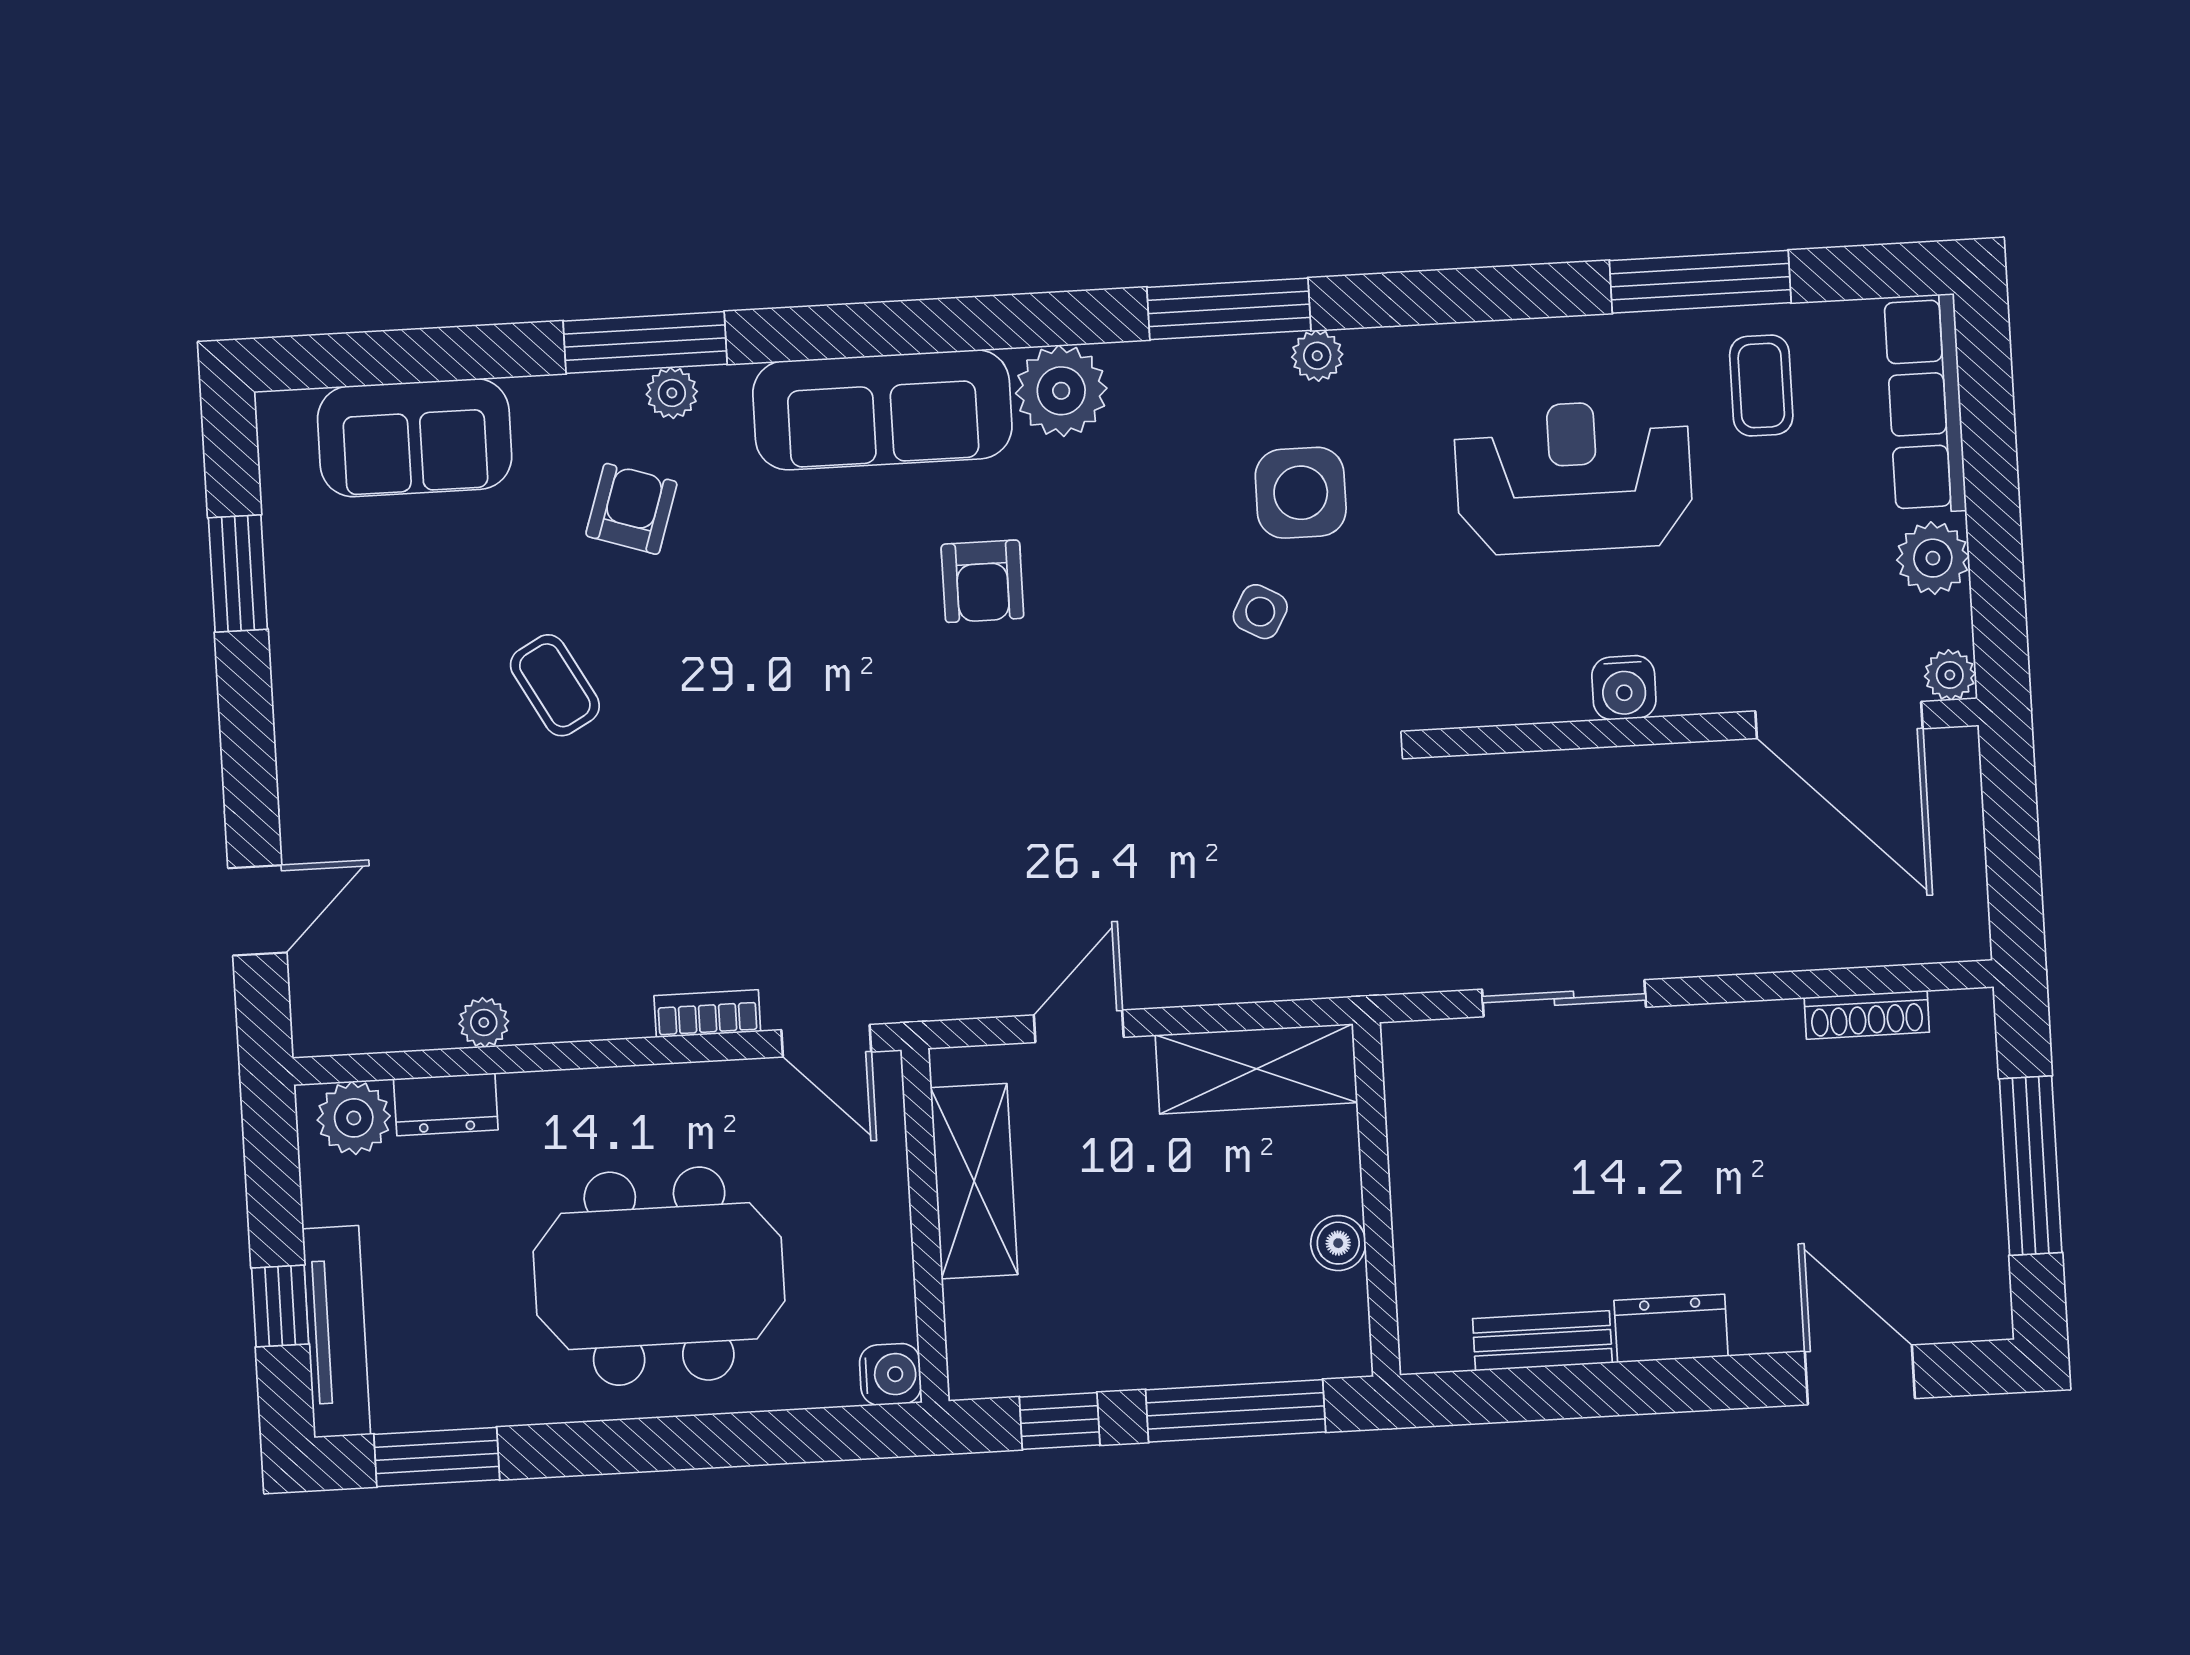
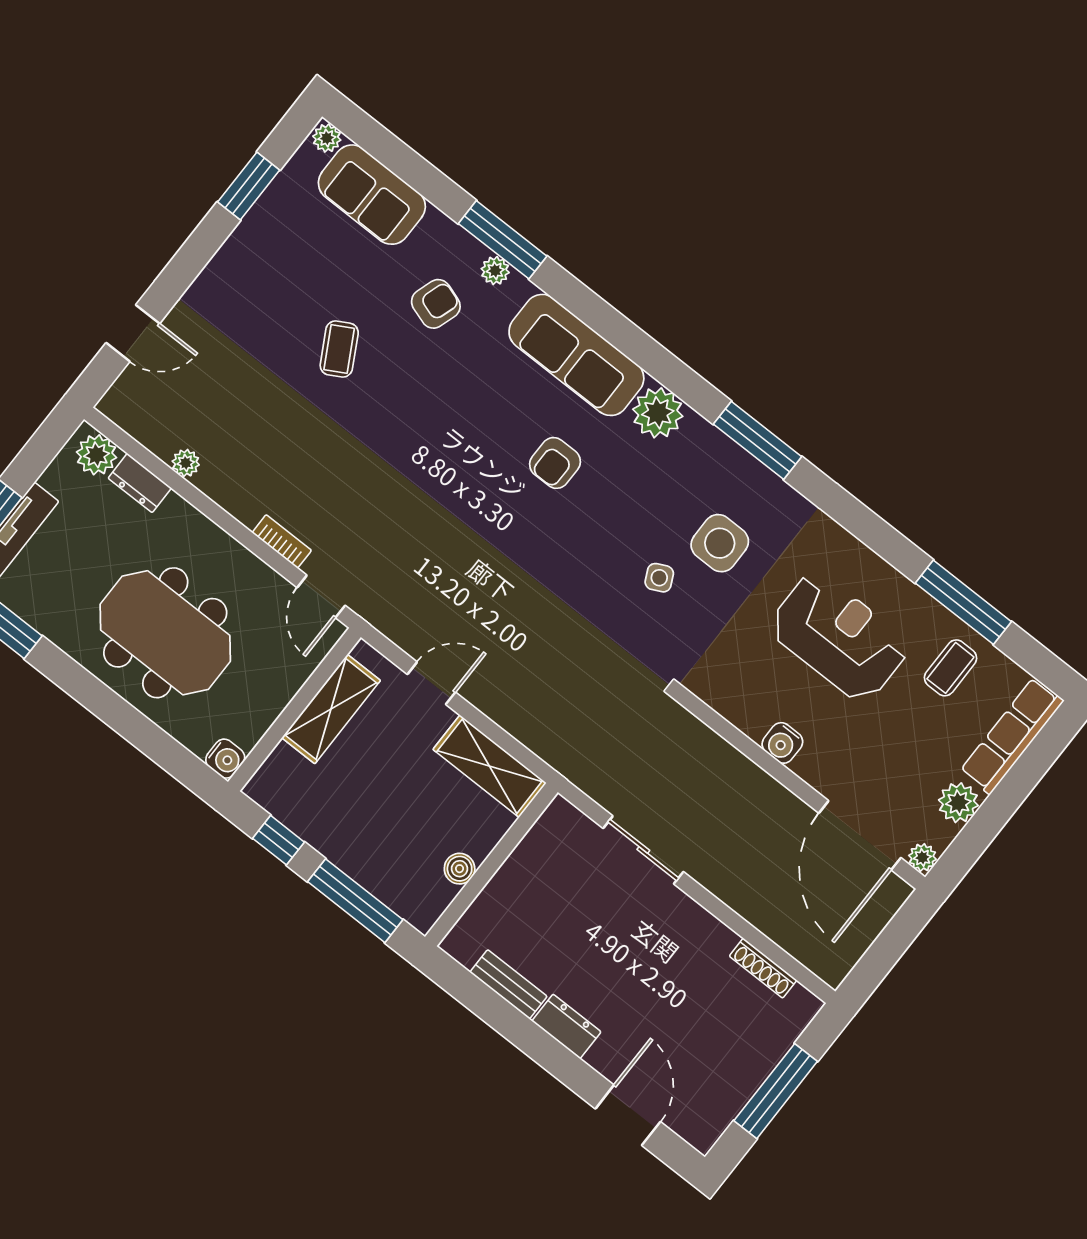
plant: (1317, 356) -> (327, 138), moved
side table: (1260, 612) -> (659, 578), turned 35

